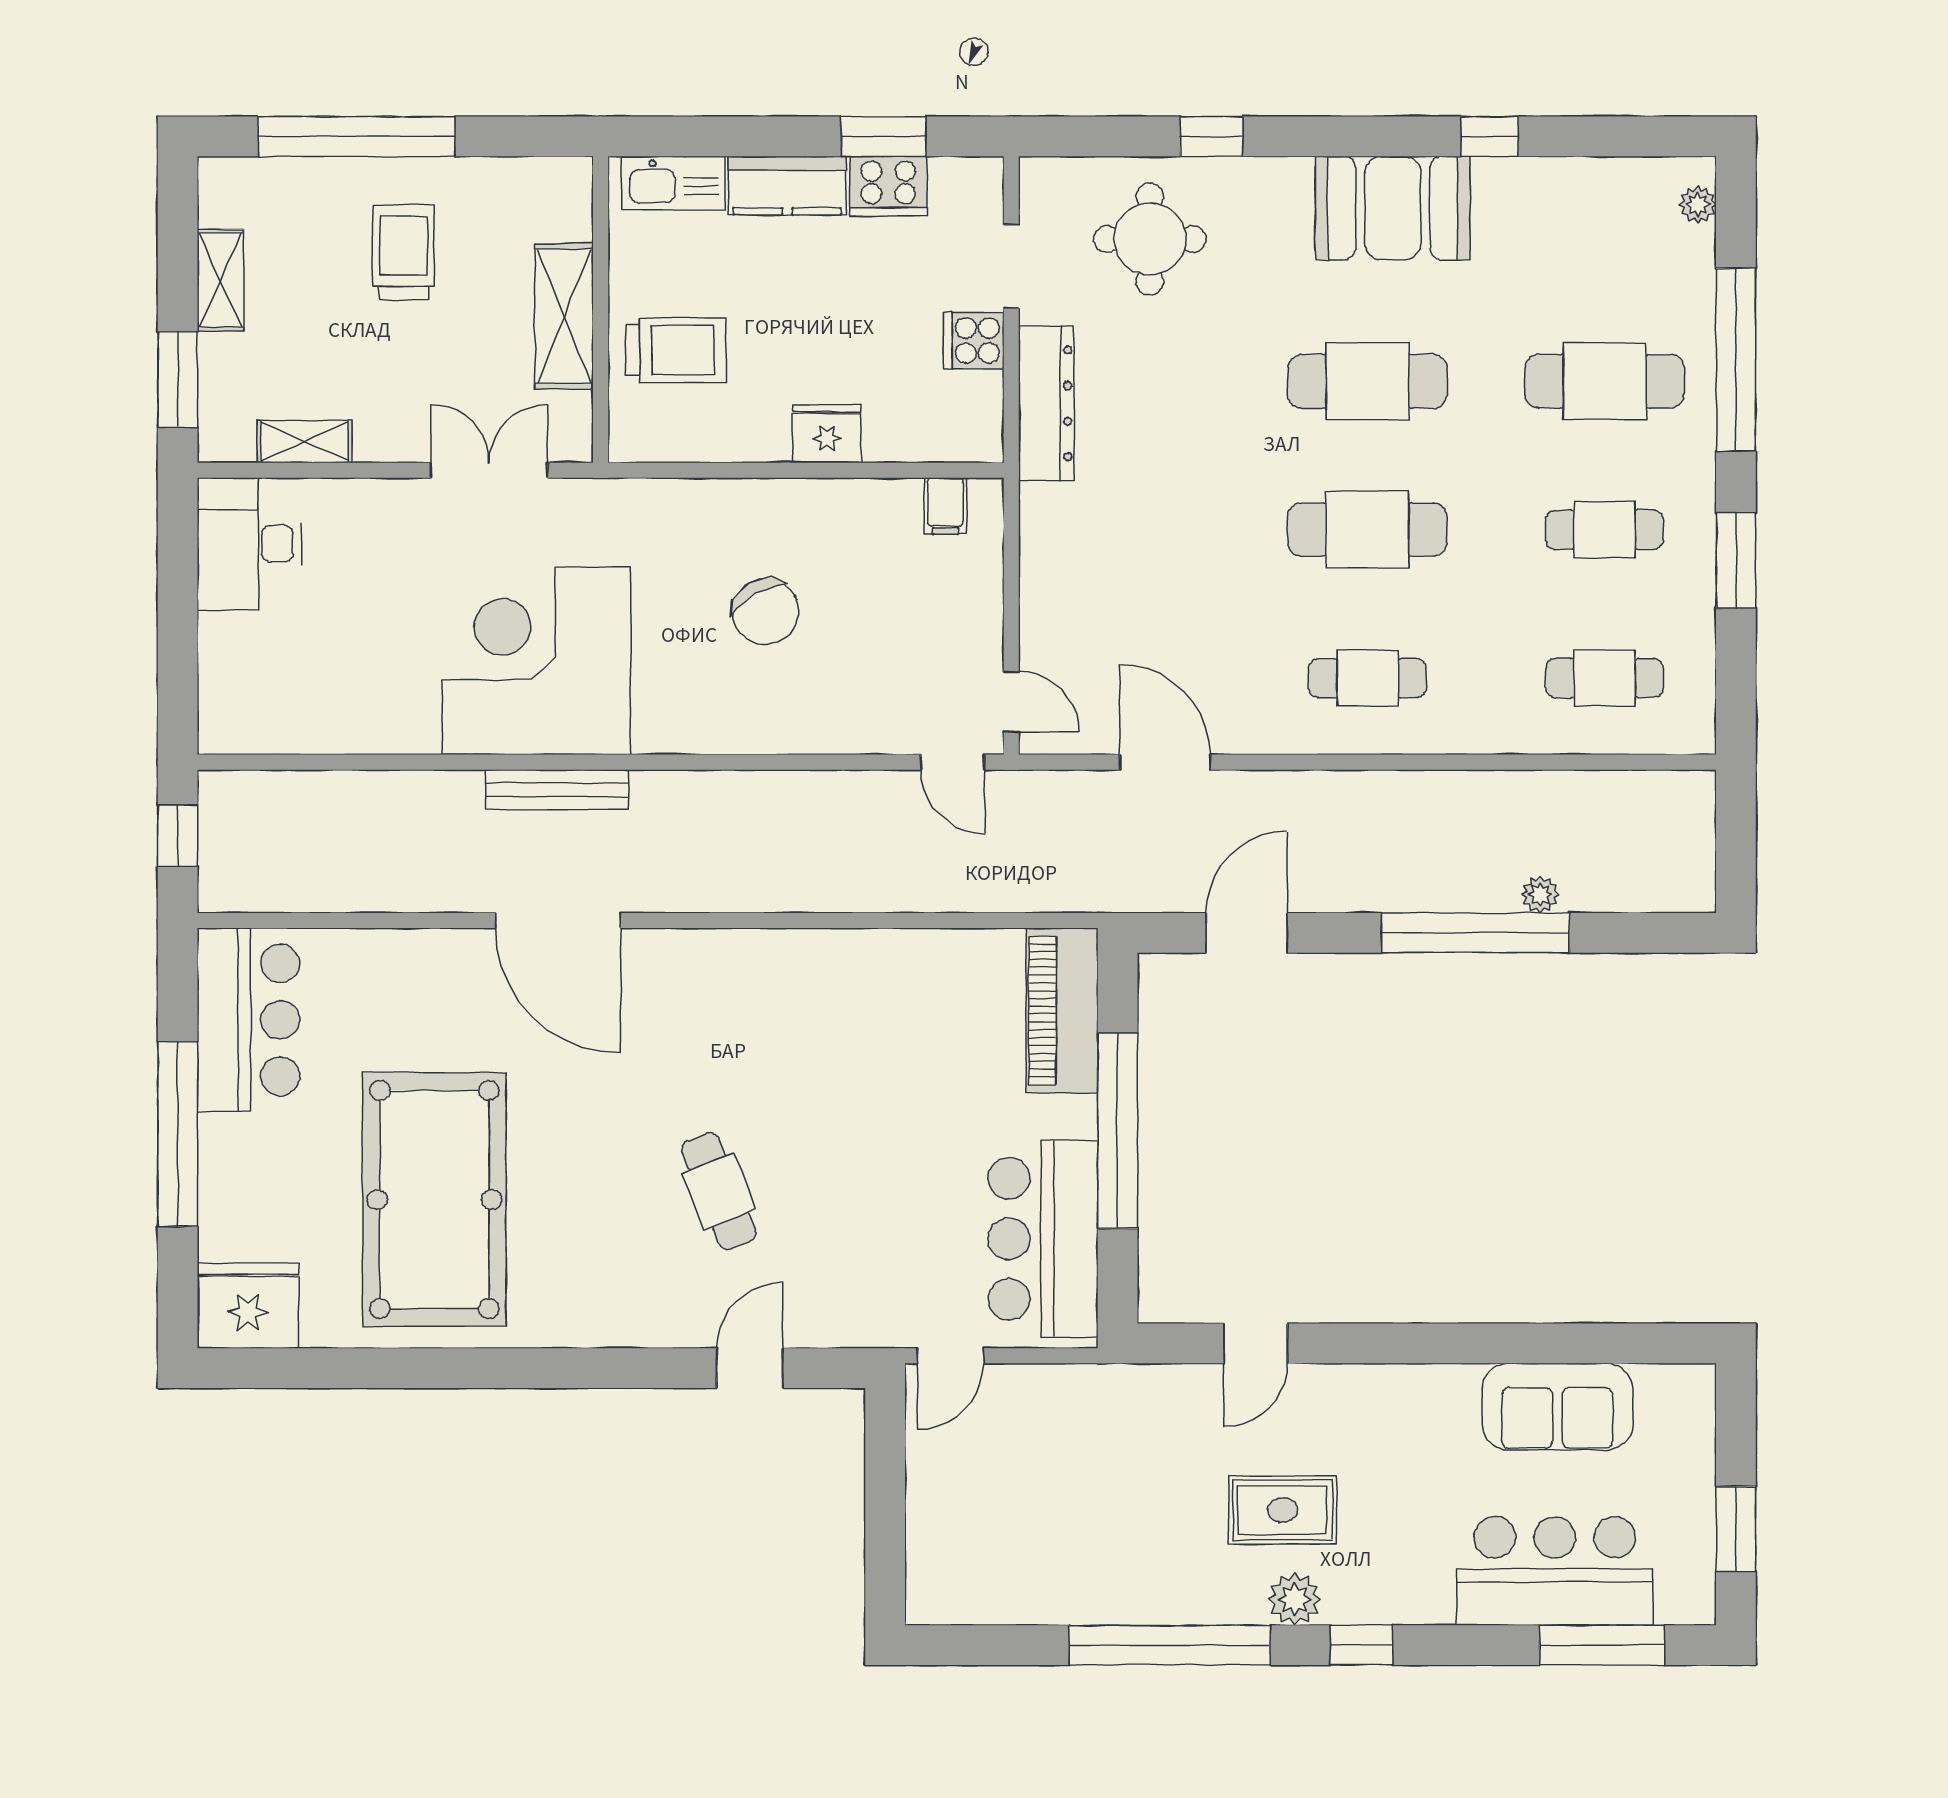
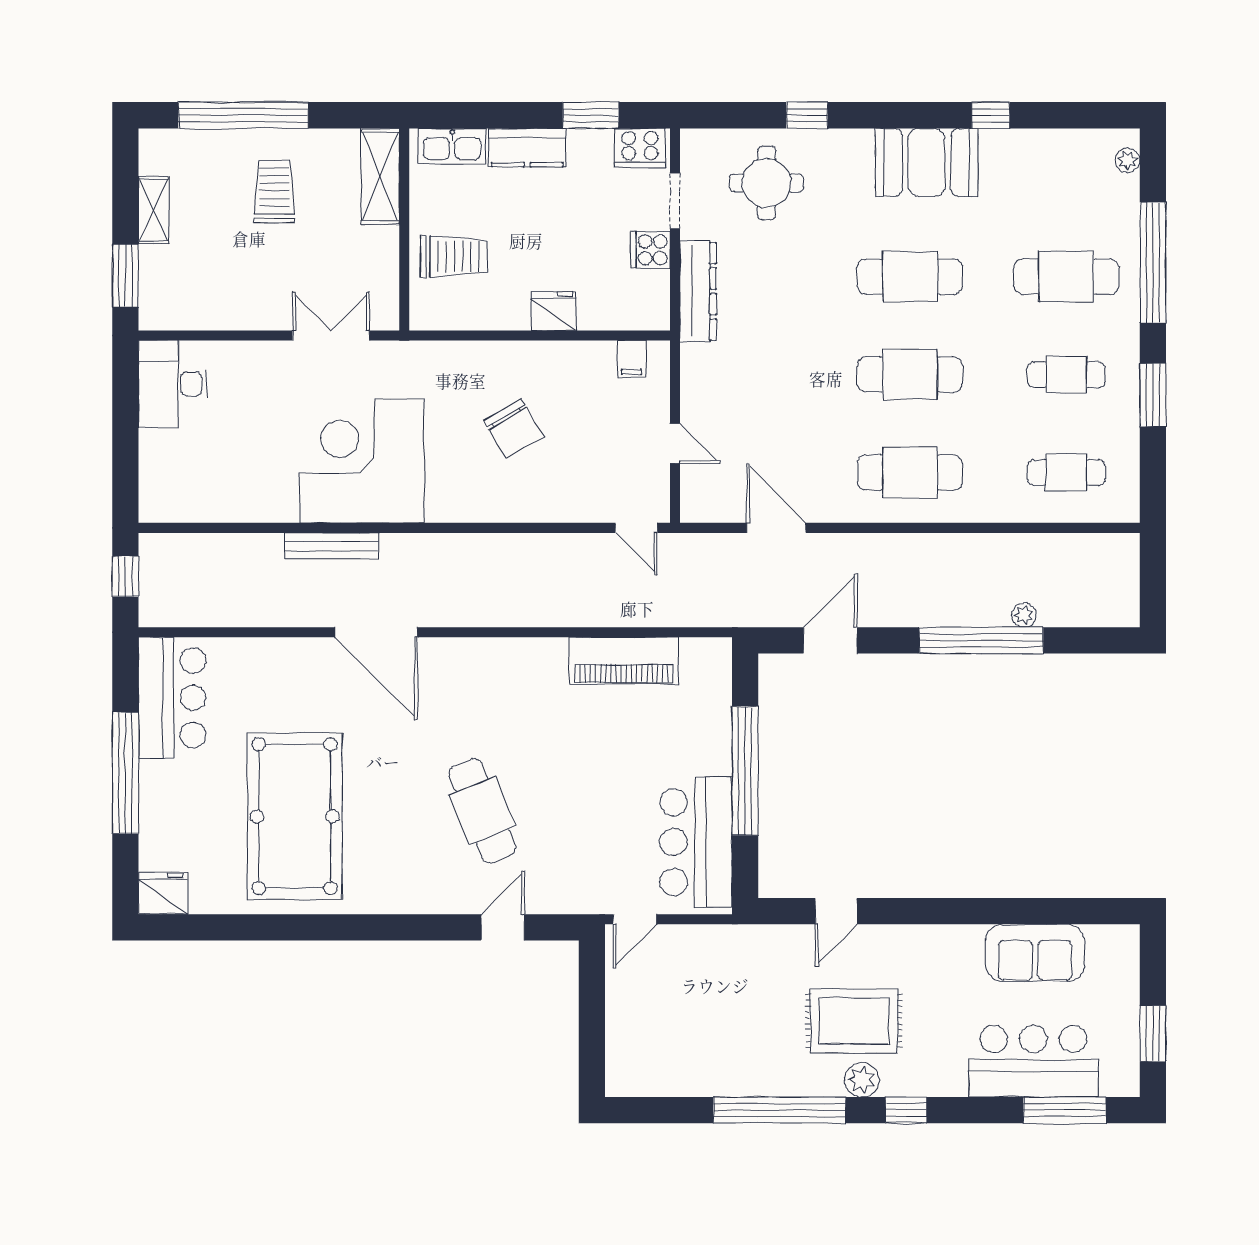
cooker: (888, 186) -> (640, 148), moved
shelving: (564, 316) -> (380, 176), moved
shelving: (304, 442) -> (209, 316), removed
cafe table: (1367, 678) -> (910, 472), width x1.37, depth x1.35
door: (1011, 702) -> (675, 443), moved
bench: (557, 790) -> (332, 546), moved
piano: (1062, 1010) -> (624, 661), moved, turned -90
cafe table: (719, 1191) -> (482, 811), width x1.37, depth x1.35
fridge: (248, 1306) -> (163, 893), width x0.73, depth x0.75
rug: (1283, 1510) -> (854, 1021), width x1.36, depth x1.43

